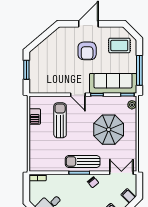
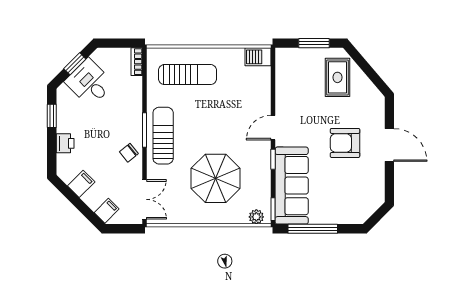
rug: (119, 45) -> (337, 77), moved
barbecue: (35, 117) -> (258, 57), moved
sun lounger: (60, 120) -> (187, 75), moved

